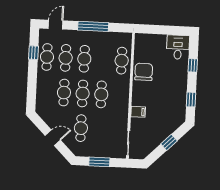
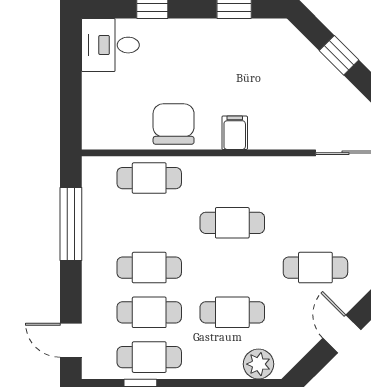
window: (93, 26) -> (71, 224), moved
chair: (144, 72) -> (174, 124), turned 90
cafe table: (83, 93) -> (232, 268), removed
plant: (42, 102) -> (258, 364), added
filing cabinet: (138, 112) -> (235, 133), moved

